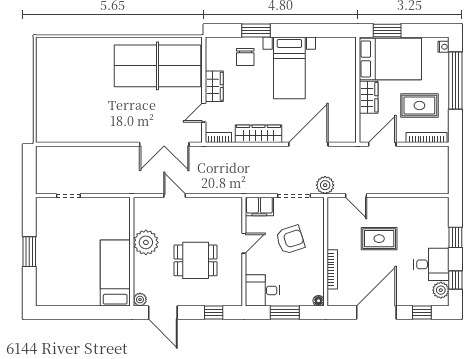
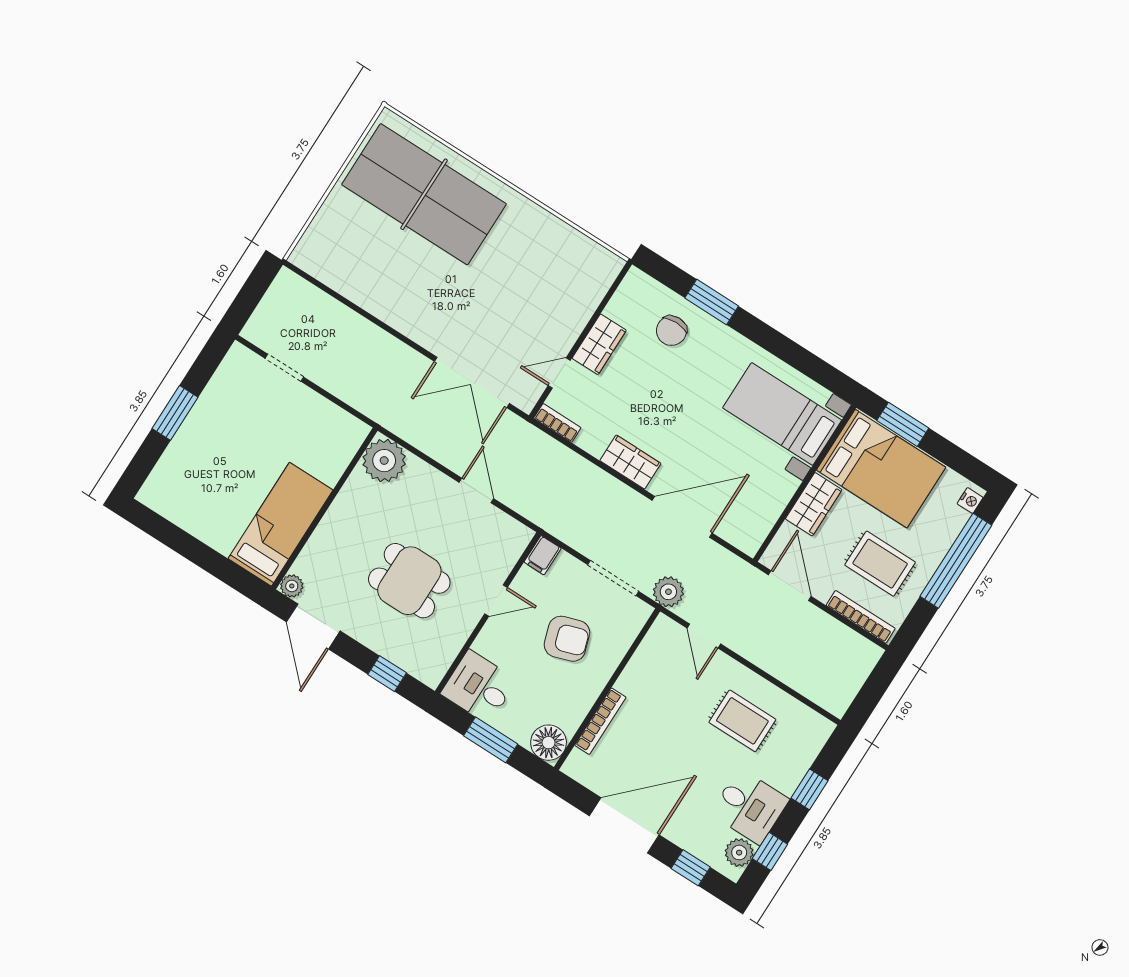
table tennis table: (157, 66) -> (424, 194), moved
bed with nightstands: (289, 68) -> (782, 414), moved, turned 90
wardrobe: (259, 134) -> (630, 462), width x0.67
door: (382, 144) -> (790, 586), hinge flipped
door: (175, 196) -> (476, 491), moved
filing cabinet: (259, 207) -> (543, 555), width x0.50
rug: (379, 239) -> (742, 721), moved
plant: (146, 242) -> (384, 461), moved
floor lamp: (319, 301) -> (549, 743), width x1.89, depth x1.89

